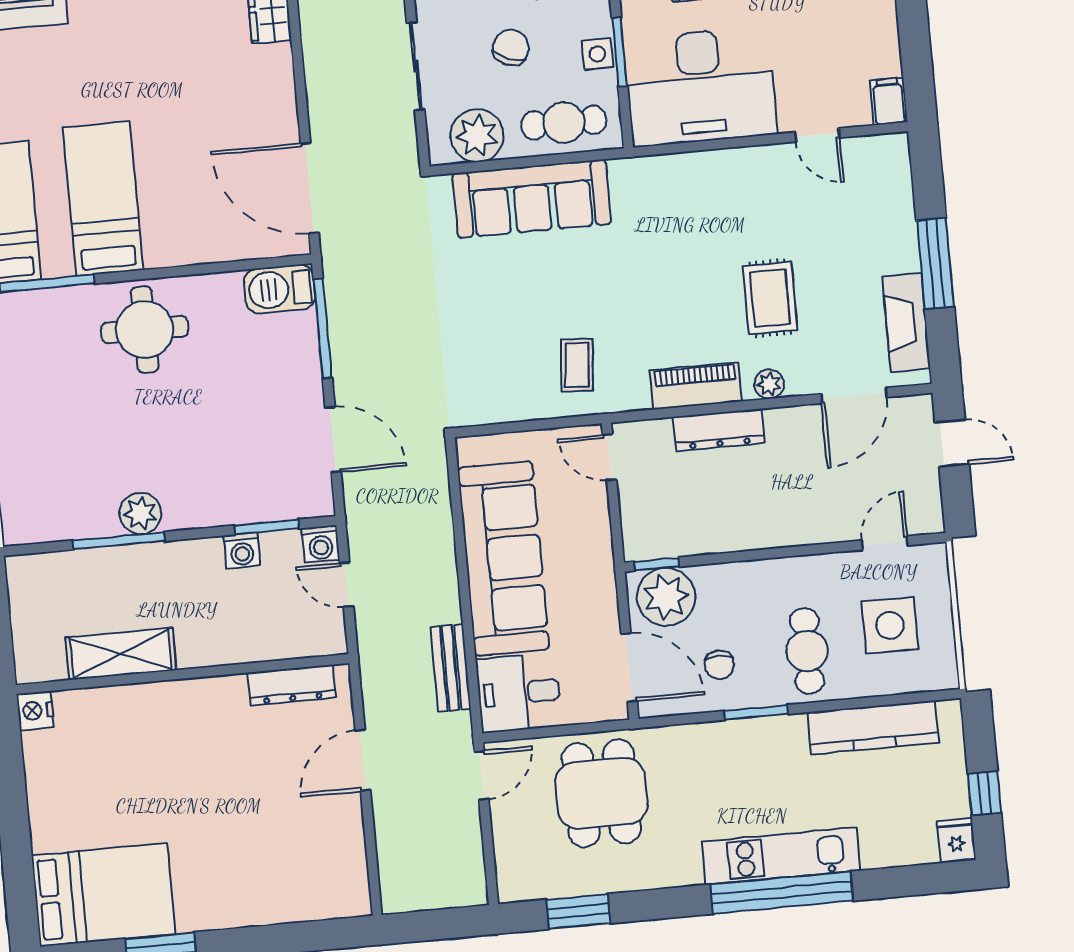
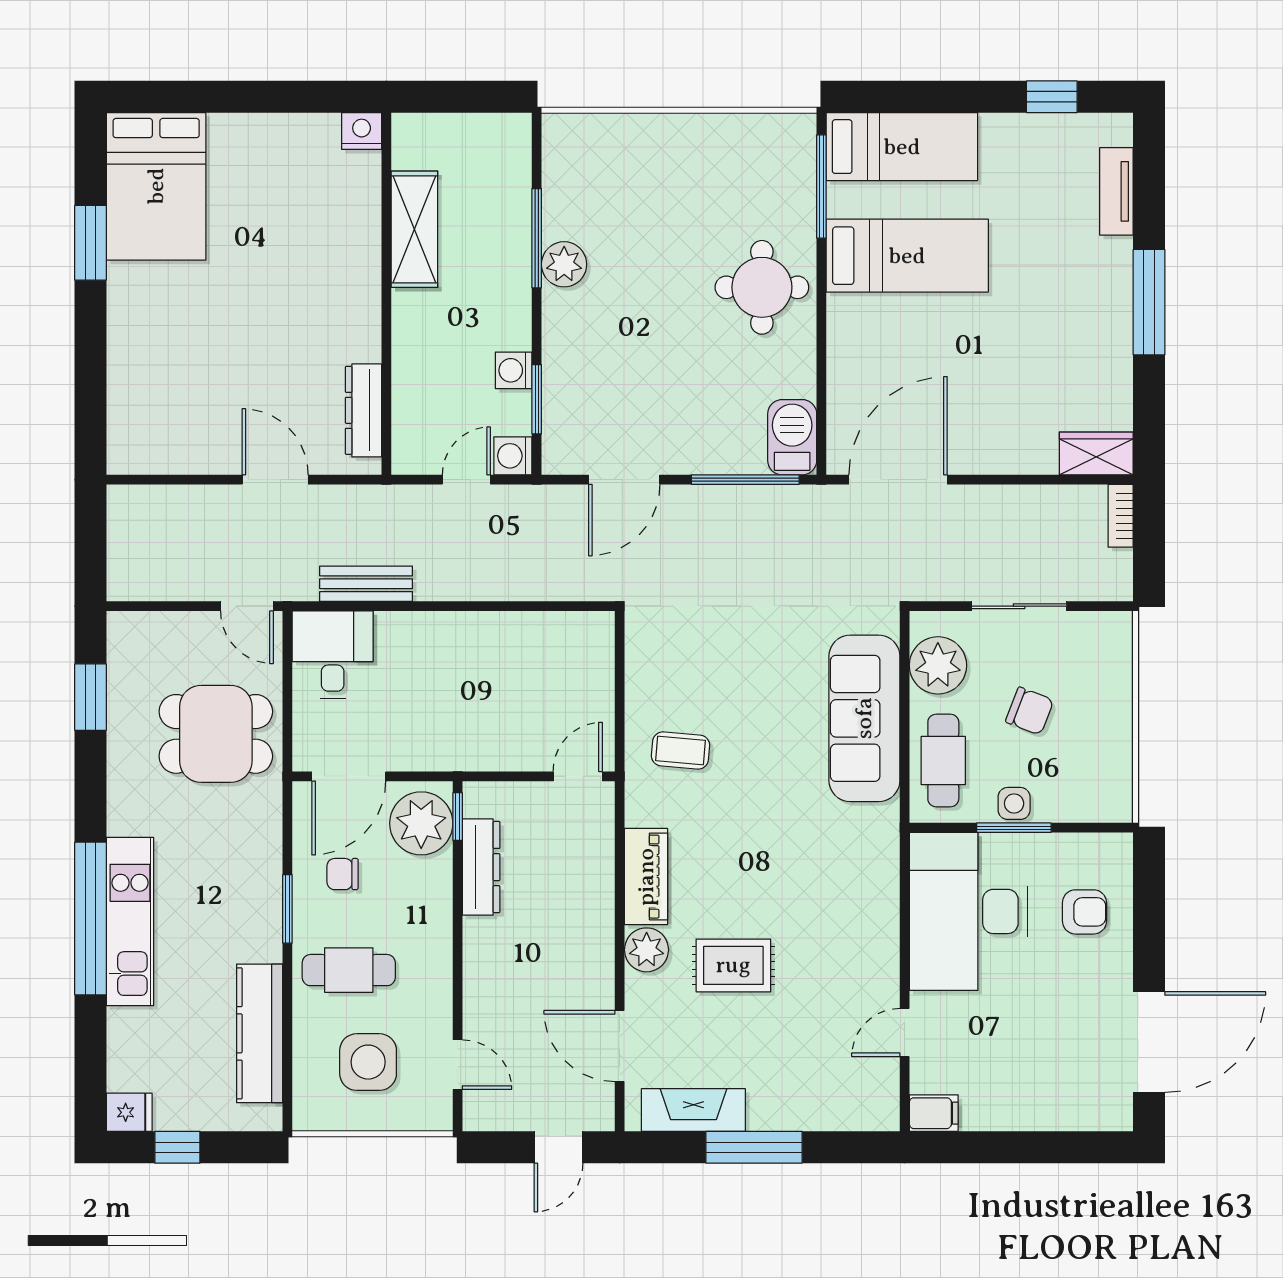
plant: (769, 384) -> (647, 950), width x1.38, depth x1.38
dresser: (719, 430) -> (481, 867), moved, turned 180
sofa: (503, 559) -> (479, 652), removed

